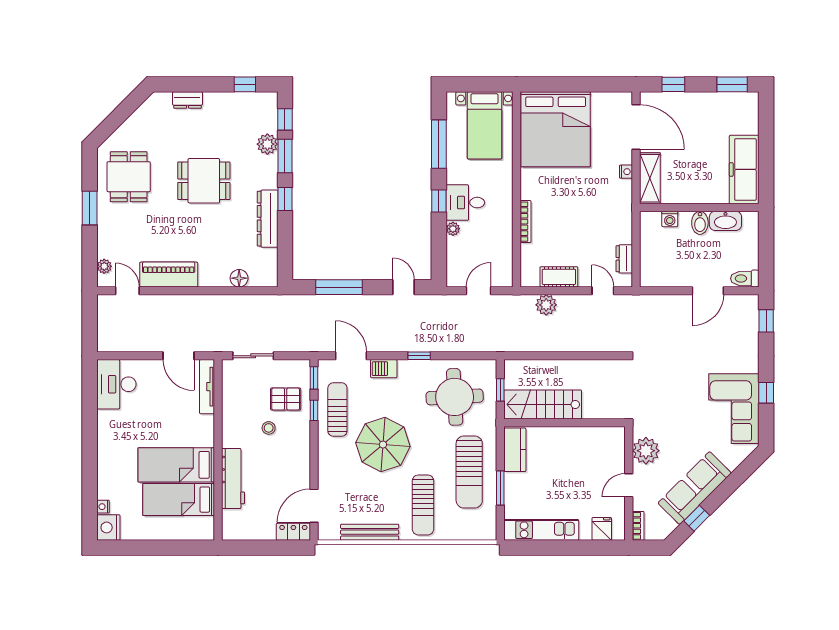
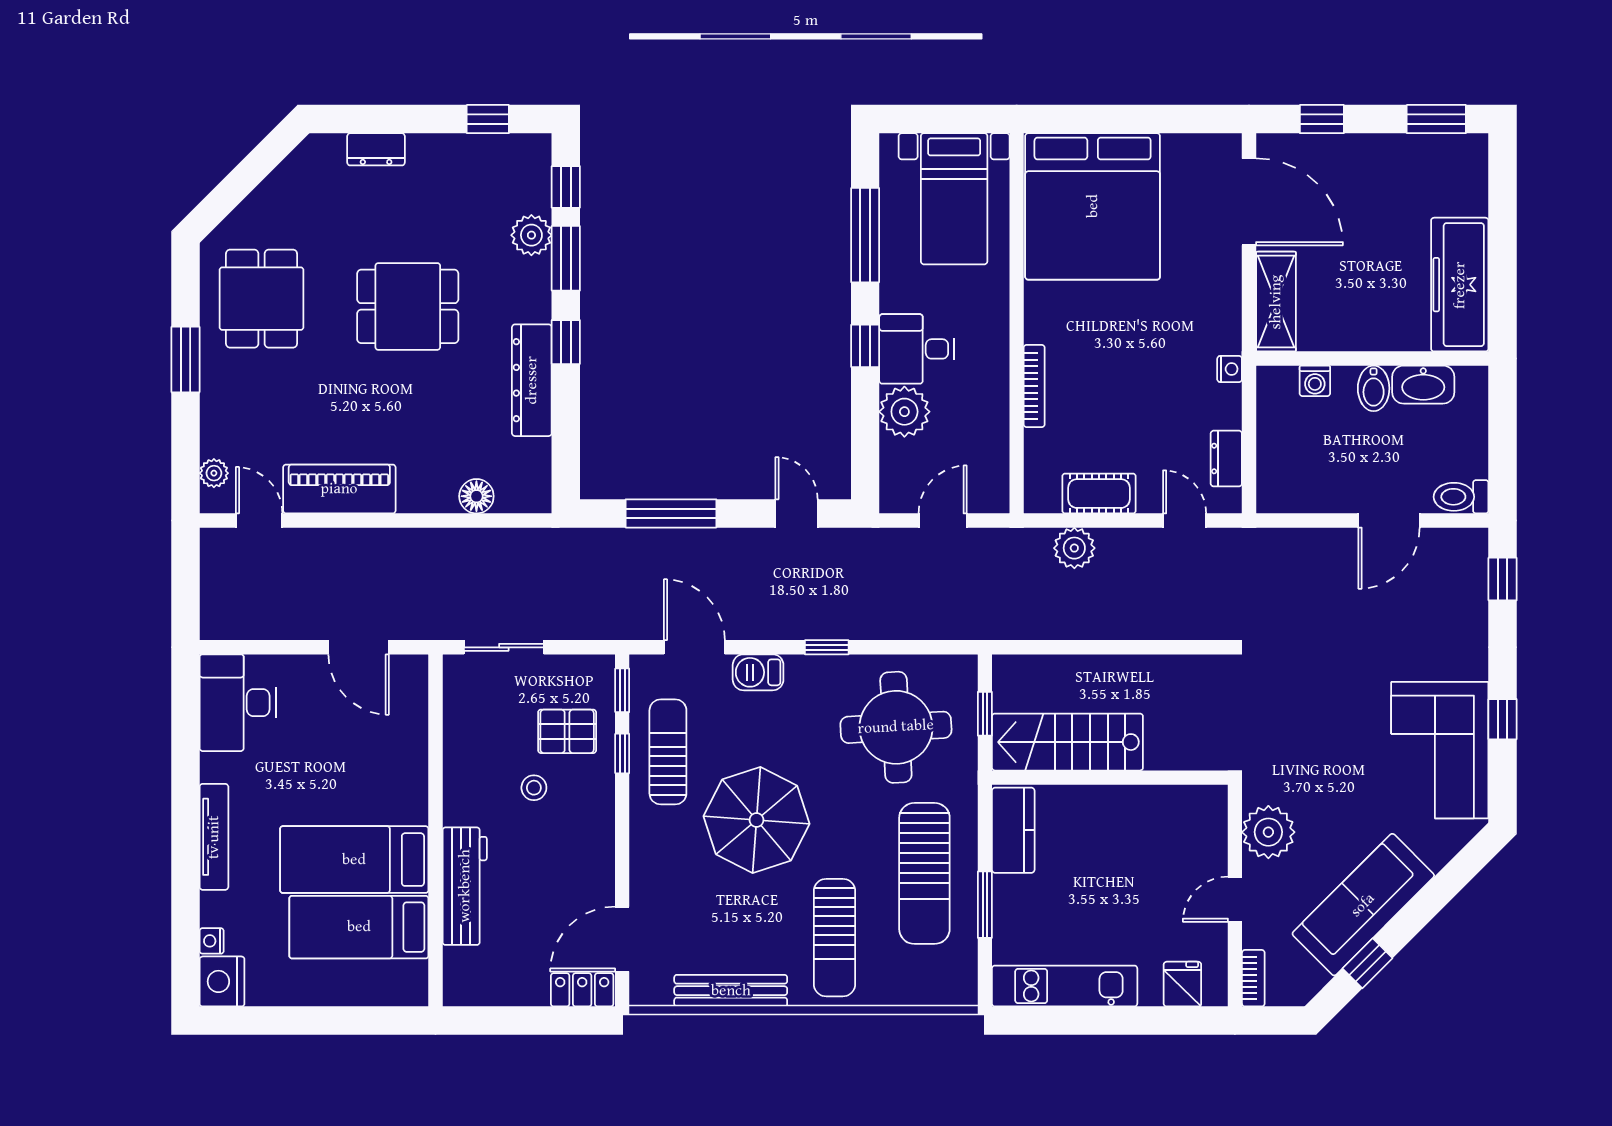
nightstand: (626, 172) -> (1230, 369), moved
plant: (453, 229) -> (904, 412), width x1.87, depth x1.87
tv unit: (207, 387) -> (214, 837), moved, turned 180

